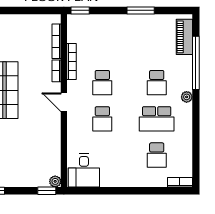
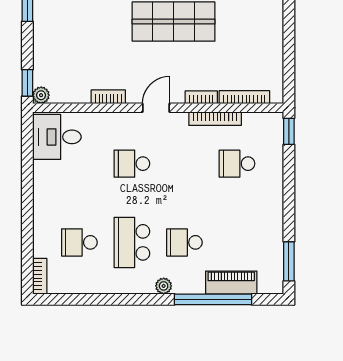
window: (141, 10) -> (289, 261), moved
piano: (184, 37) -> (231, 283), moved
school desk: (102, 83) -> (237, 164), moved
bookcase: (56, 135) -> (108, 97), added

